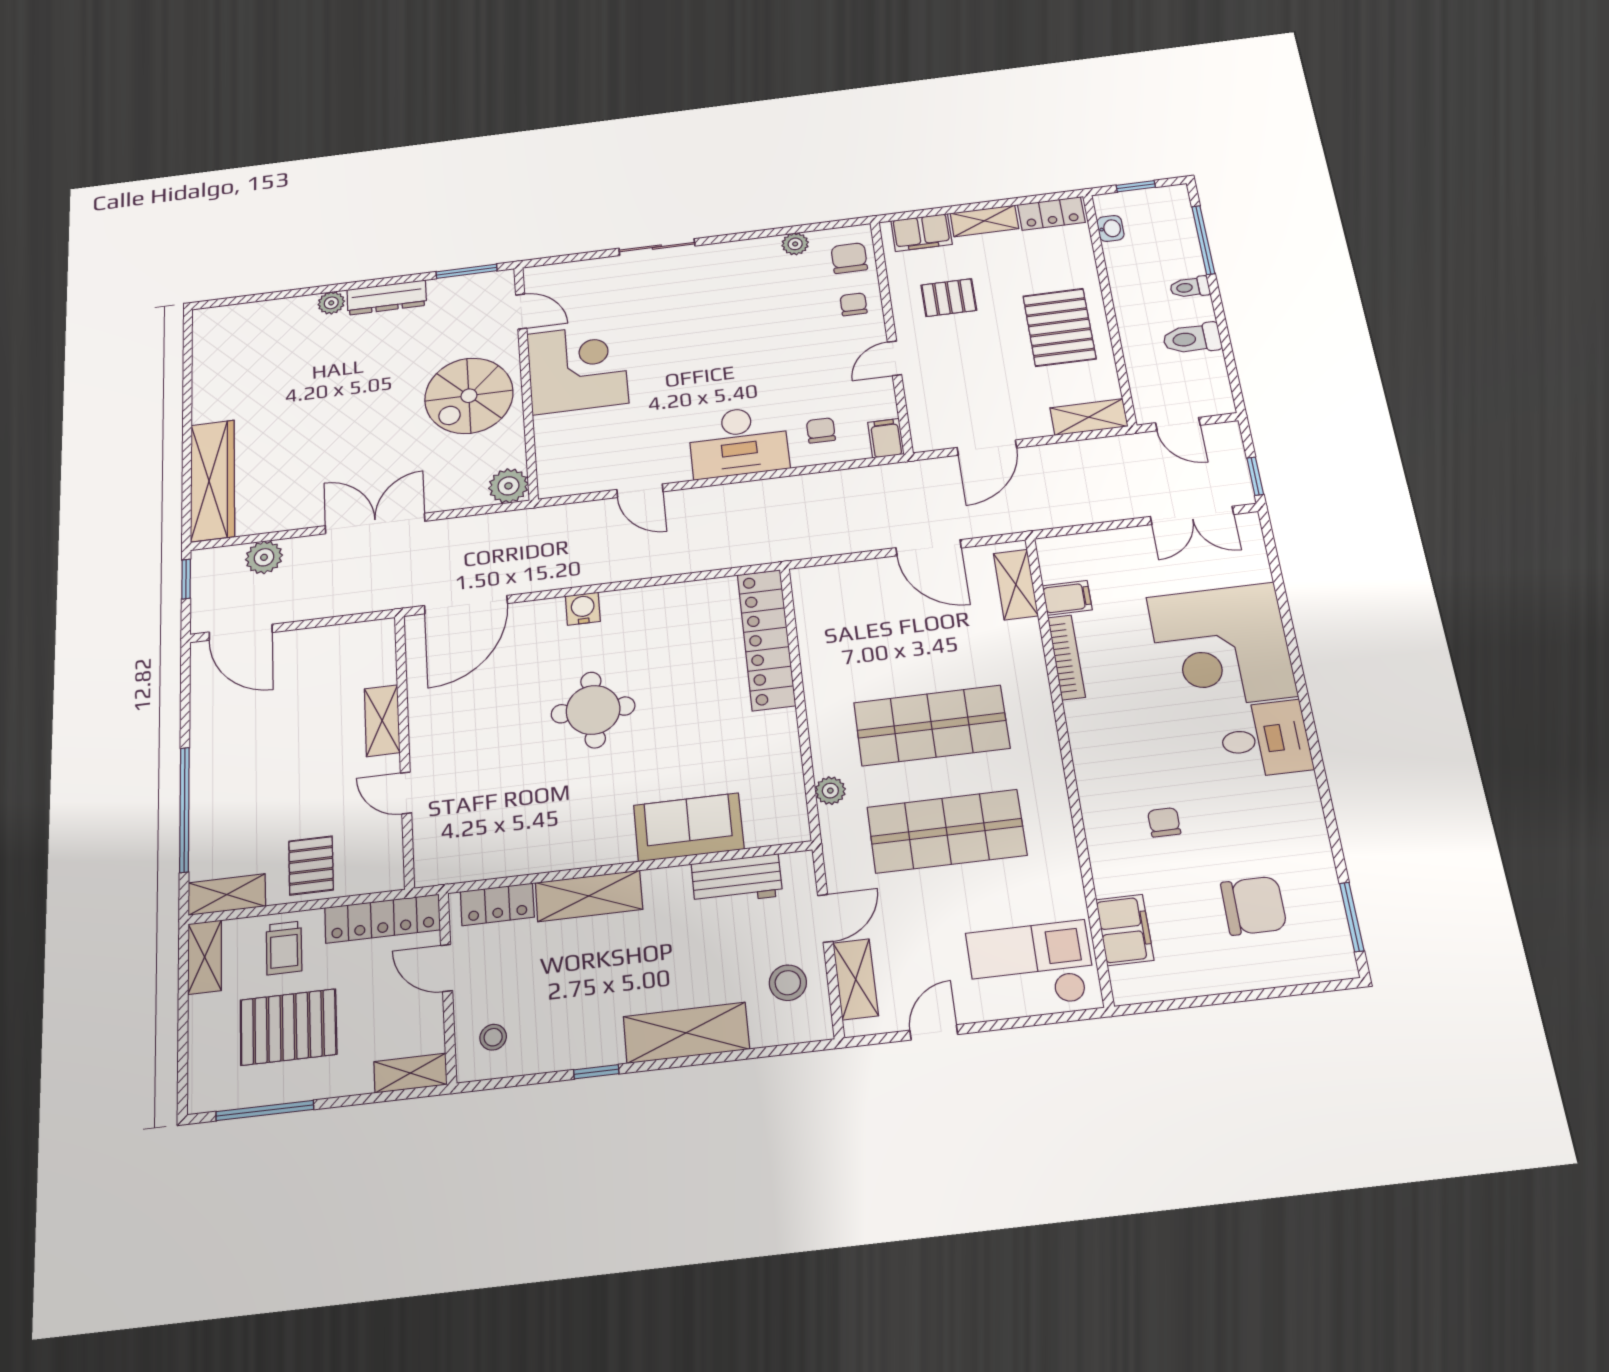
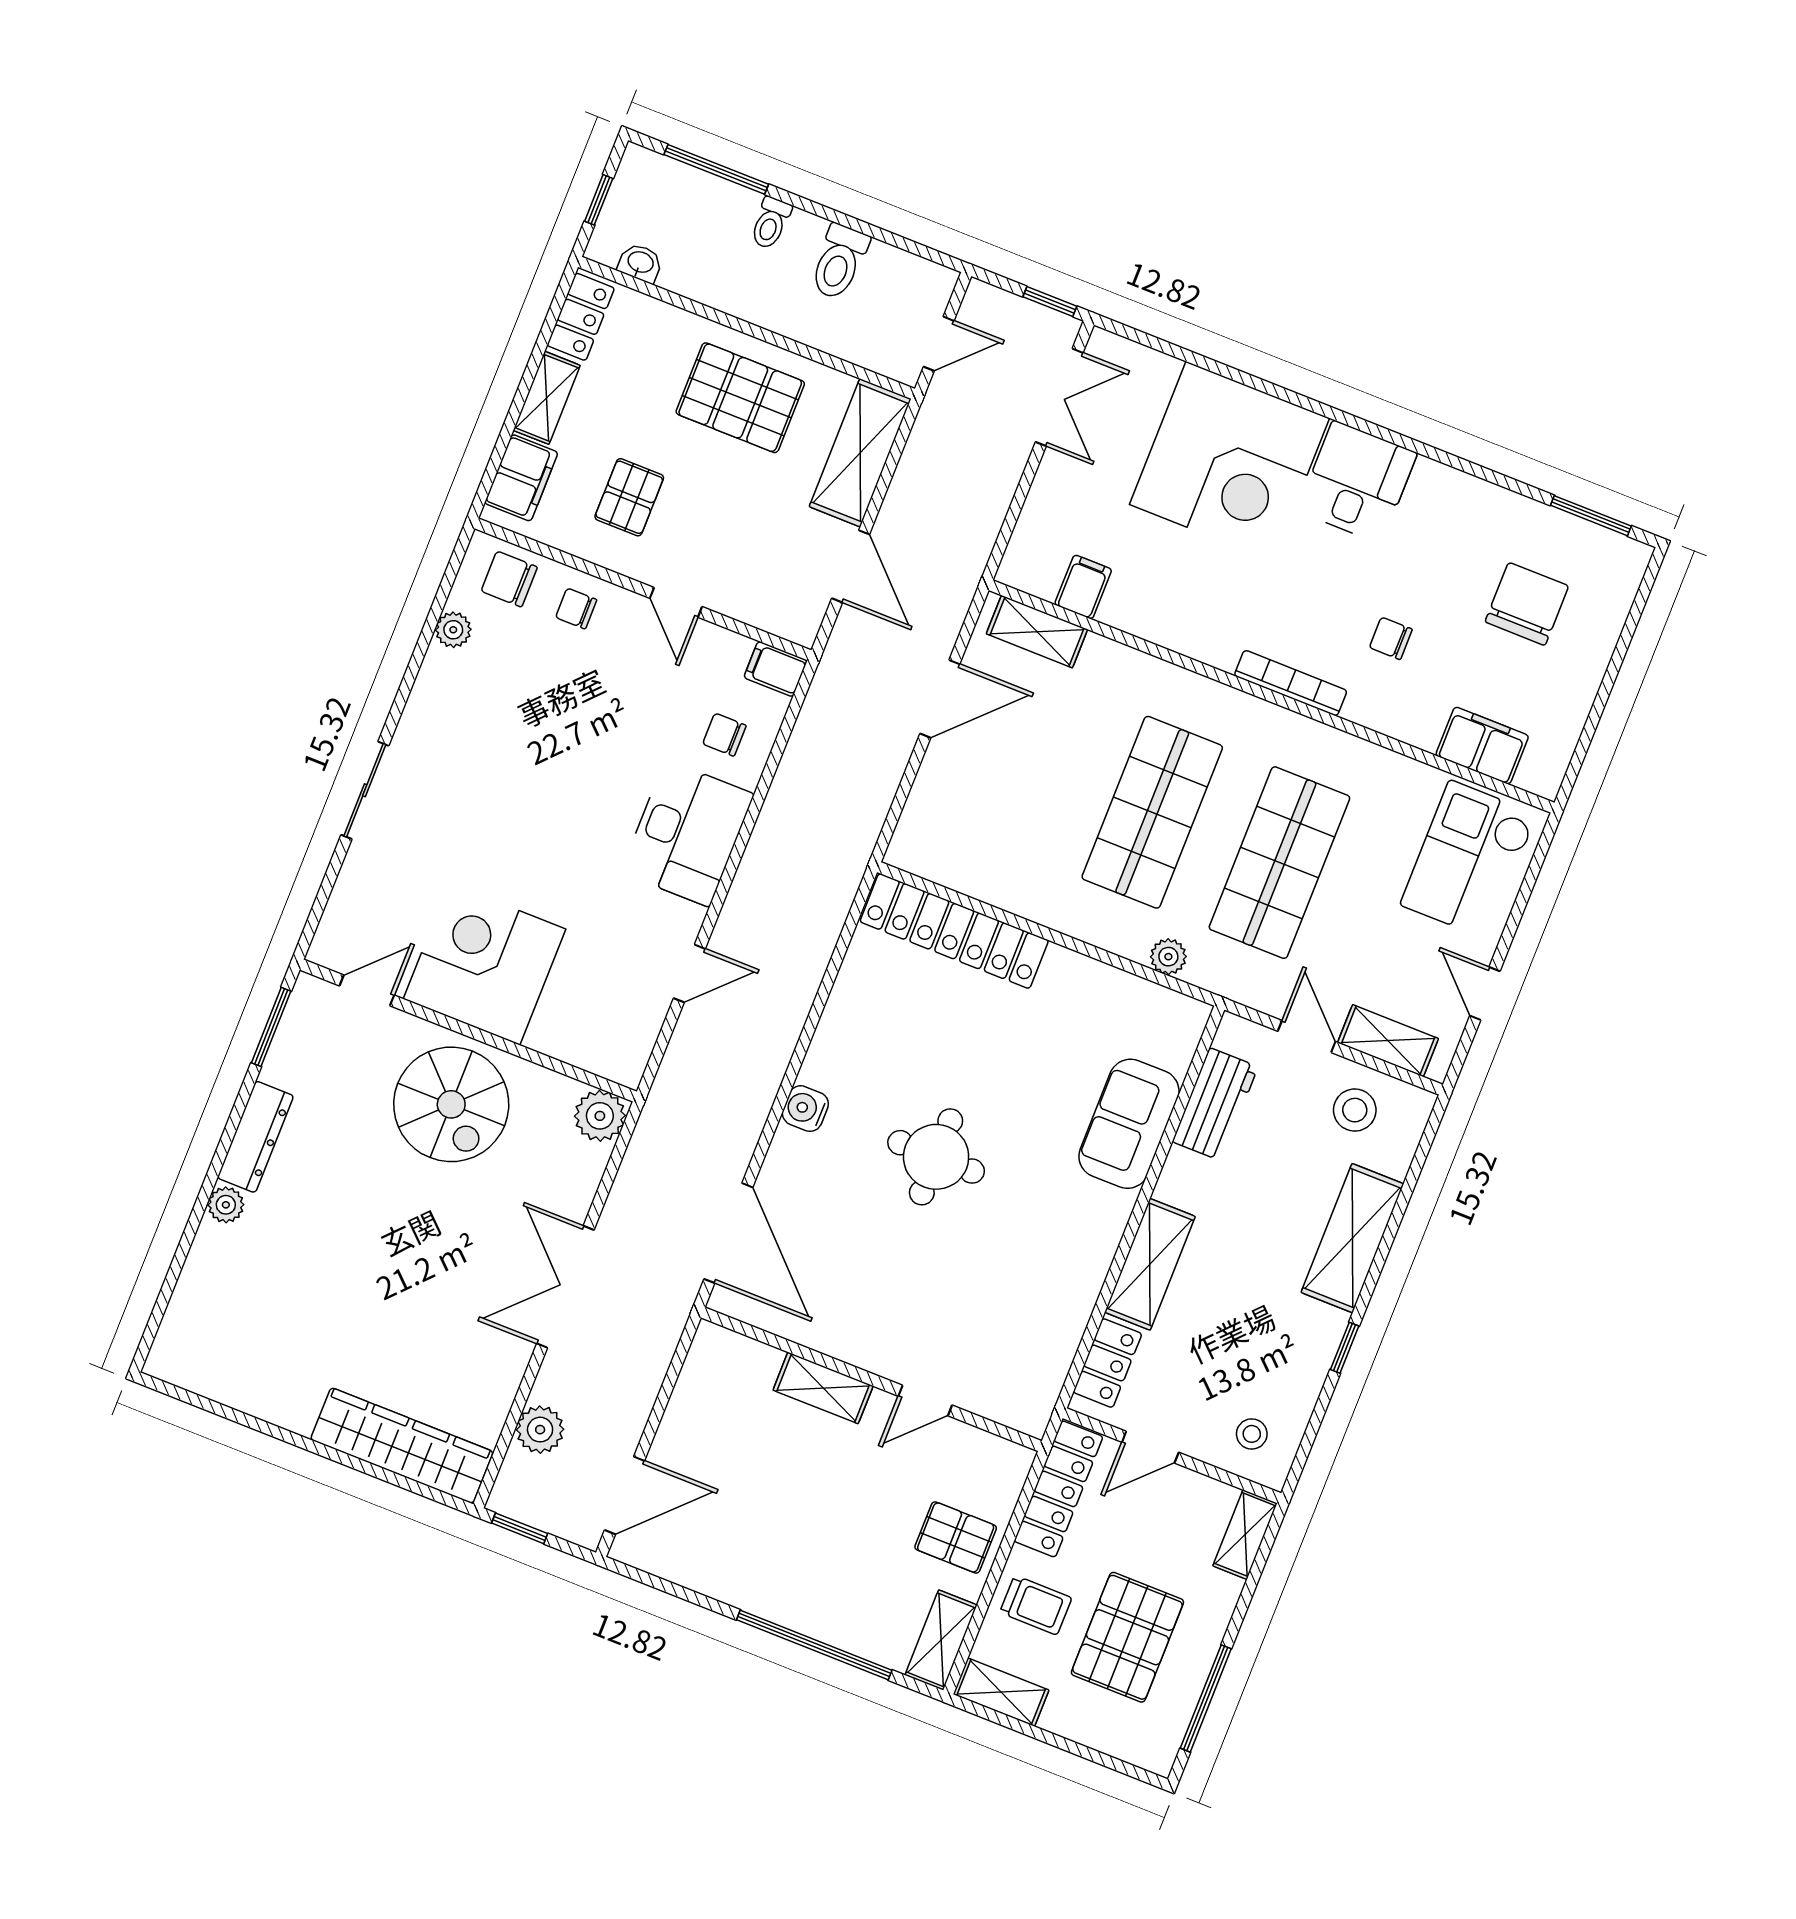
shelving: (1089, 417) -> (860, 453), width x1.50, depth x1.33
bookcase: (1067, 657) -> (1291, 683), moved

